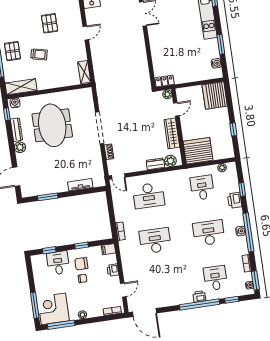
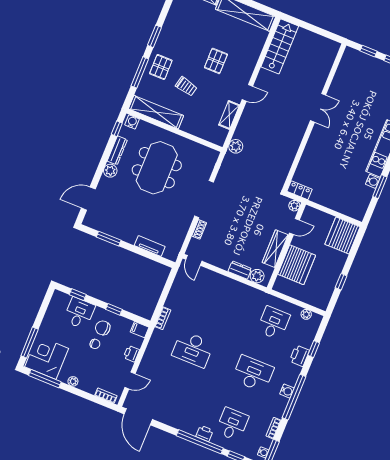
water cooler: (216, 63) -> (373, 181), moved
shelving: (84, 72) -> (229, 115), moved
plant: (100, 76) -> (236, 146), added
shelving: (21, 87) -> (156, 112), width x1.47
server rack: (198, 151) -> (297, 265), moved, turned 90
desk: (149, 196) -> (213, 299), removed
desk: (155, 241) -> (193, 349), turned 180

